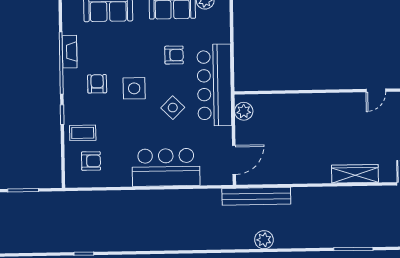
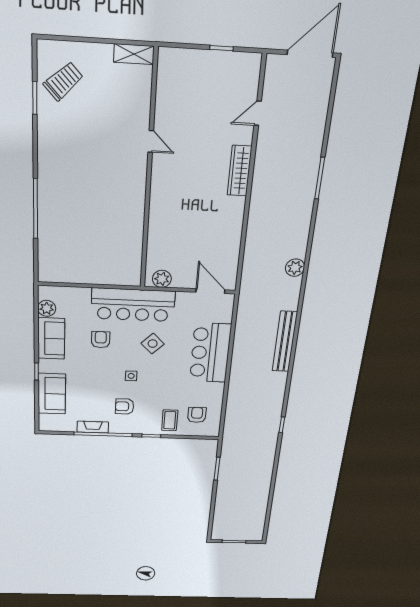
side table: (134, 88) -> (131, 376), width x0.54, depth x0.54
bench: (256, 196) -> (285, 342), moved

